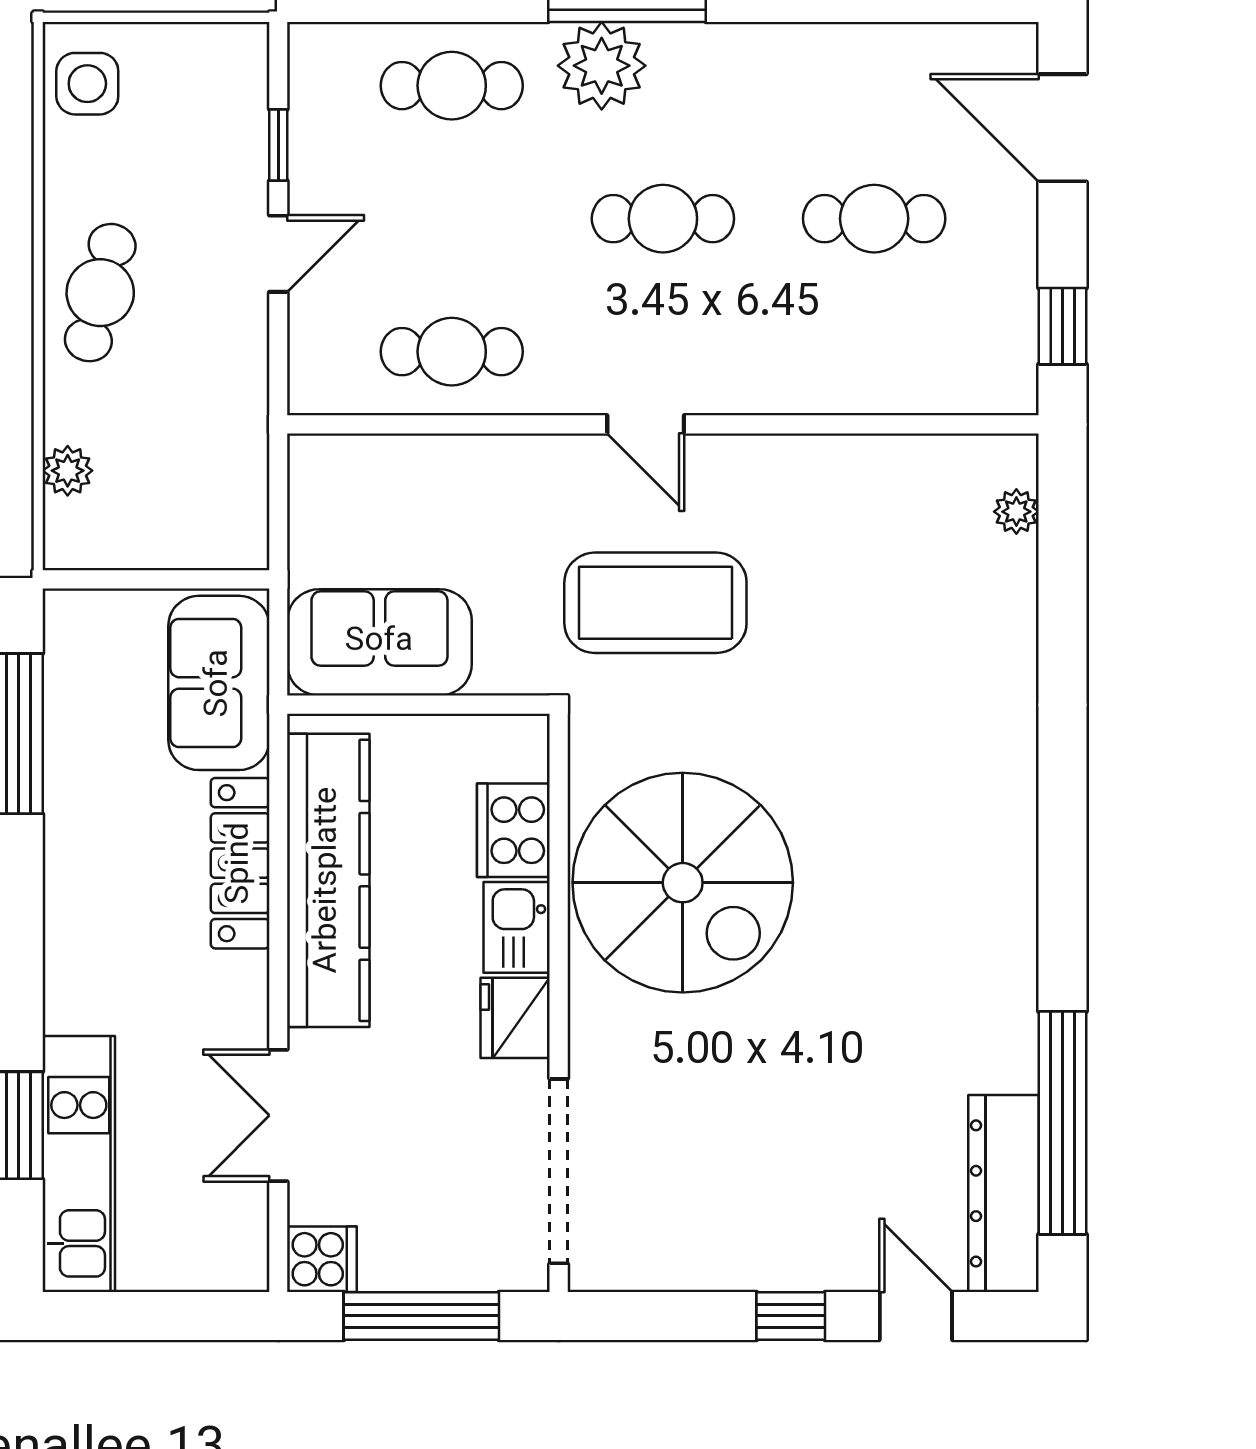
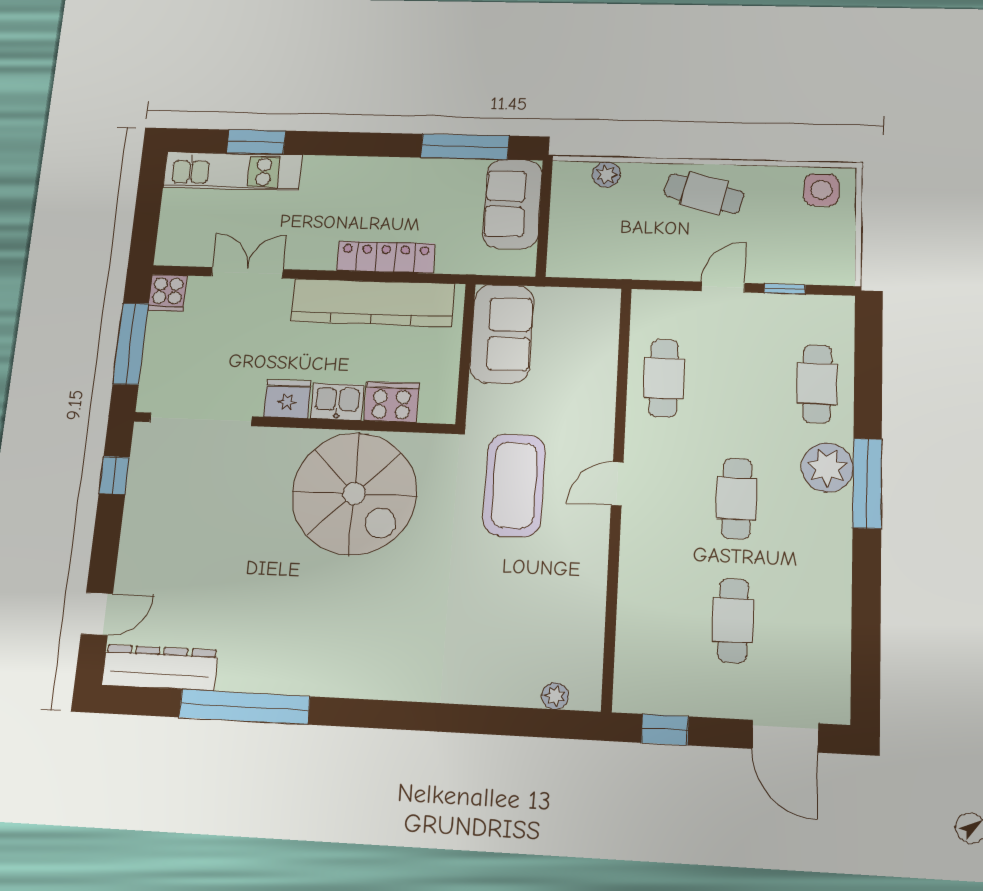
door: (1063, 128) -> (785, 736), swing flipped
door: (278, 254) -> (723, 287), swing flipped
sofa: (219, 683) -> (512, 204), moved, turned -90
spiral stairs: (683, 883) -> (354, 494), turned -90
window: (1063, 1123) -> (245, 707), moved
window: (791, 1316) -> (114, 475), moved

